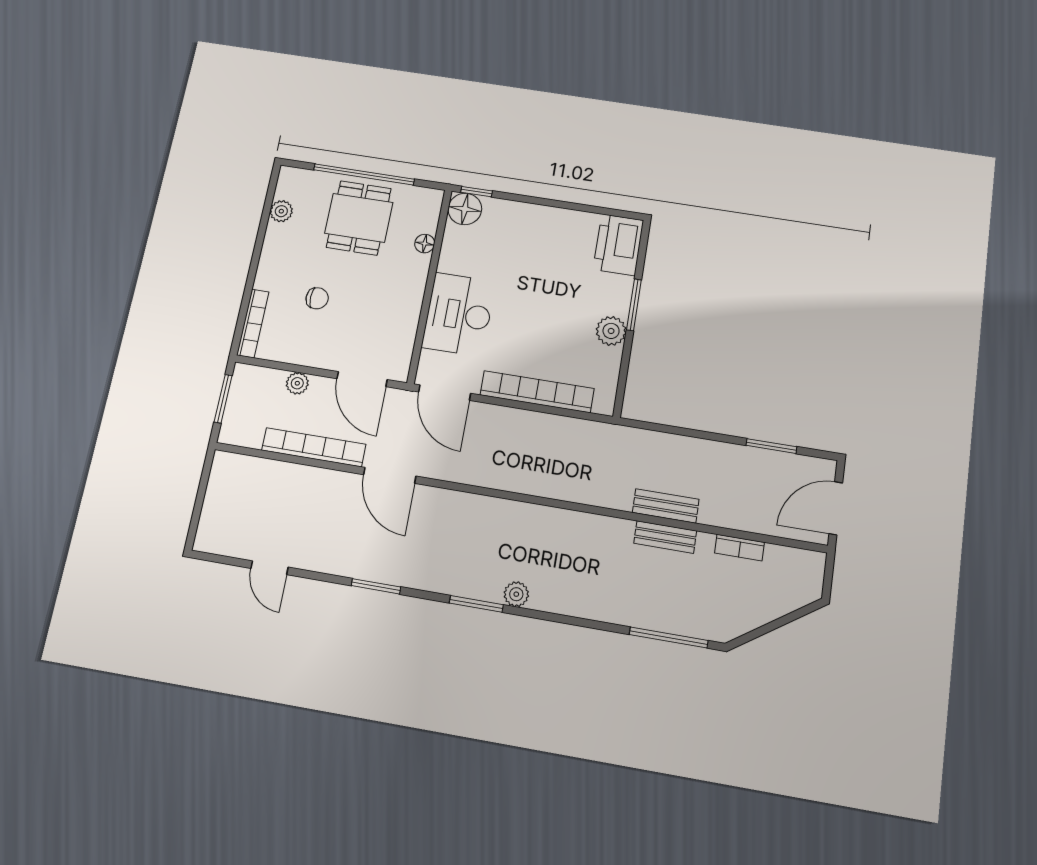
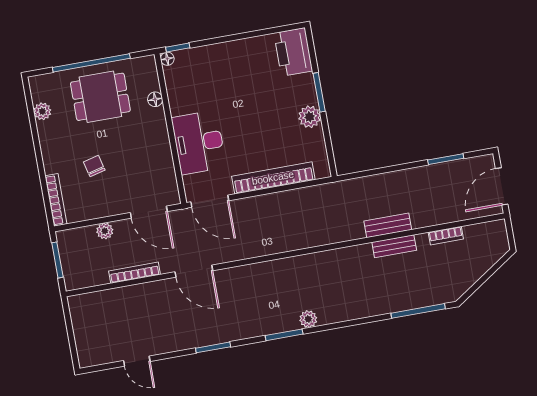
floor lamp: (465, 209) -> (167, 59), width x0.53, depth x0.53
dining table: (359, 218) -> (100, 97), turned 90
chair: (317, 298) -> (94, 166), turned -104
bookcase: (314, 447) -> (134, 273), width x0.68, depth x0.76

